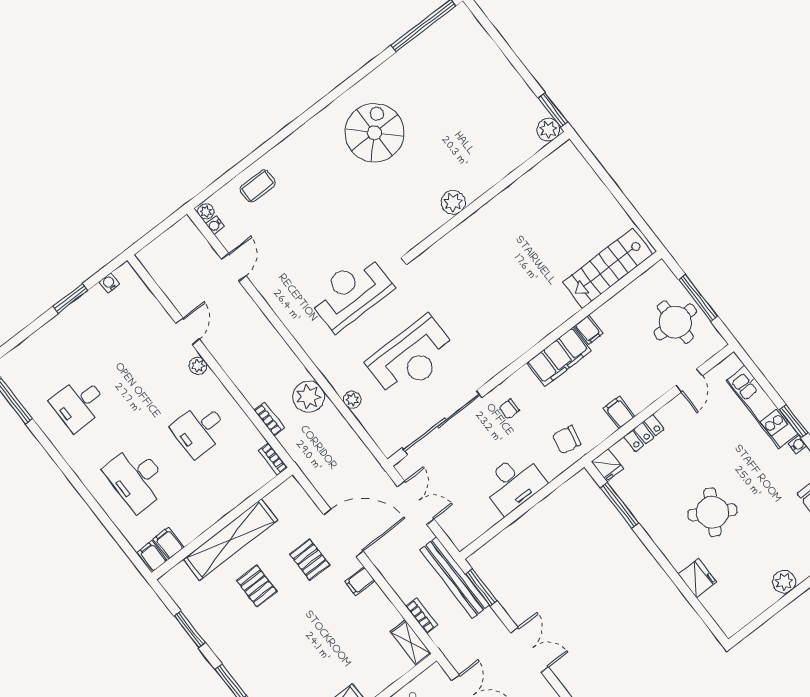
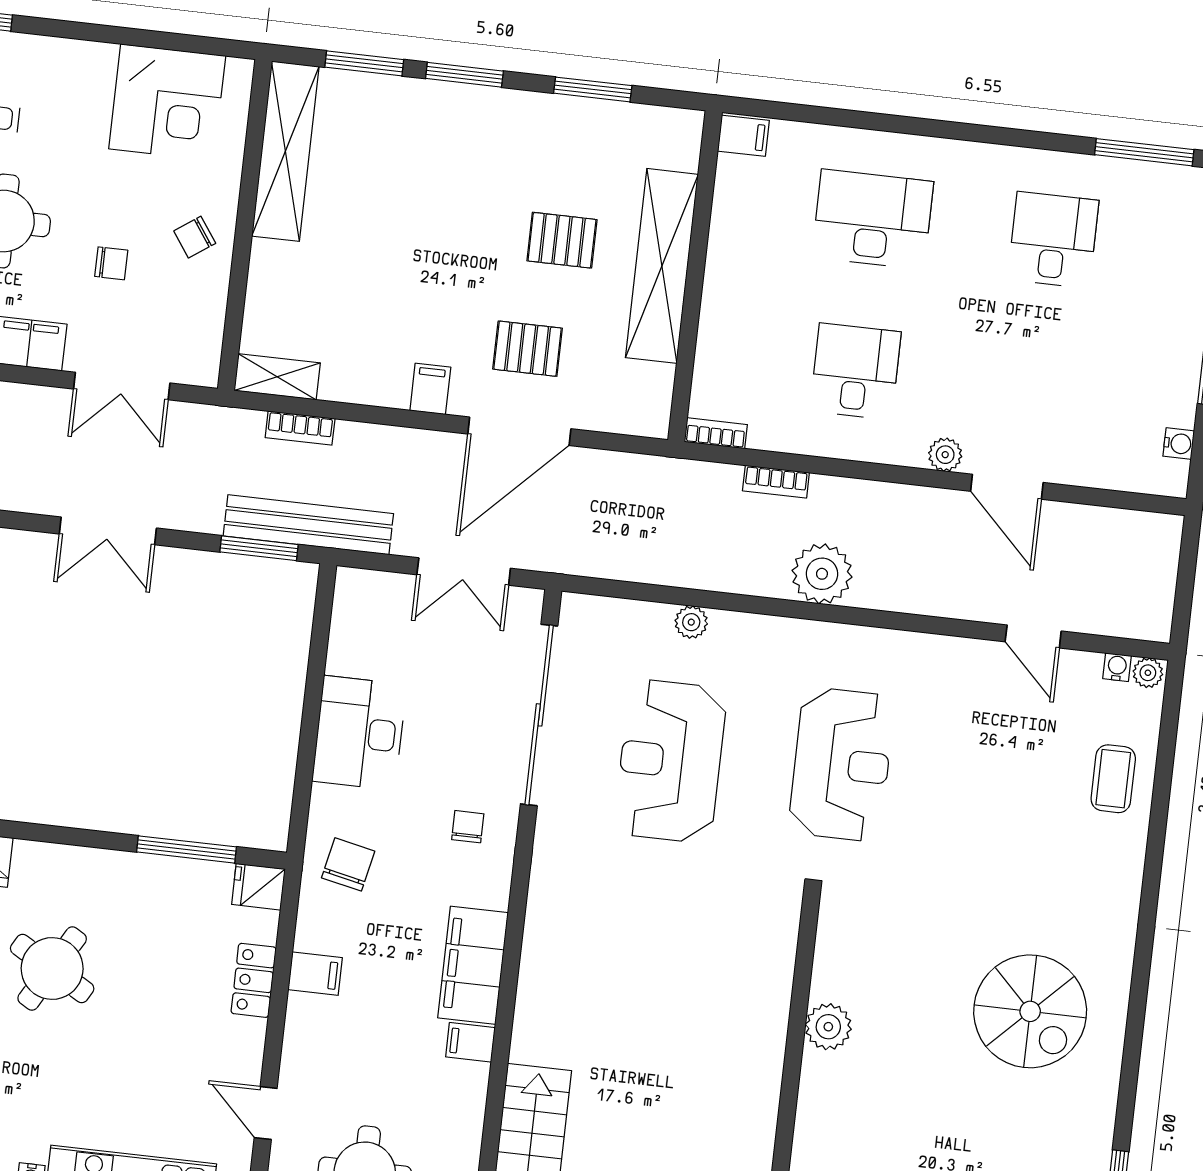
door: (188, 331) -> (1007, 487), width x1.38
plant: (309, 397) -> (822, 574), moved
filing cabinet: (169, 543) -> (740, 176), removed

